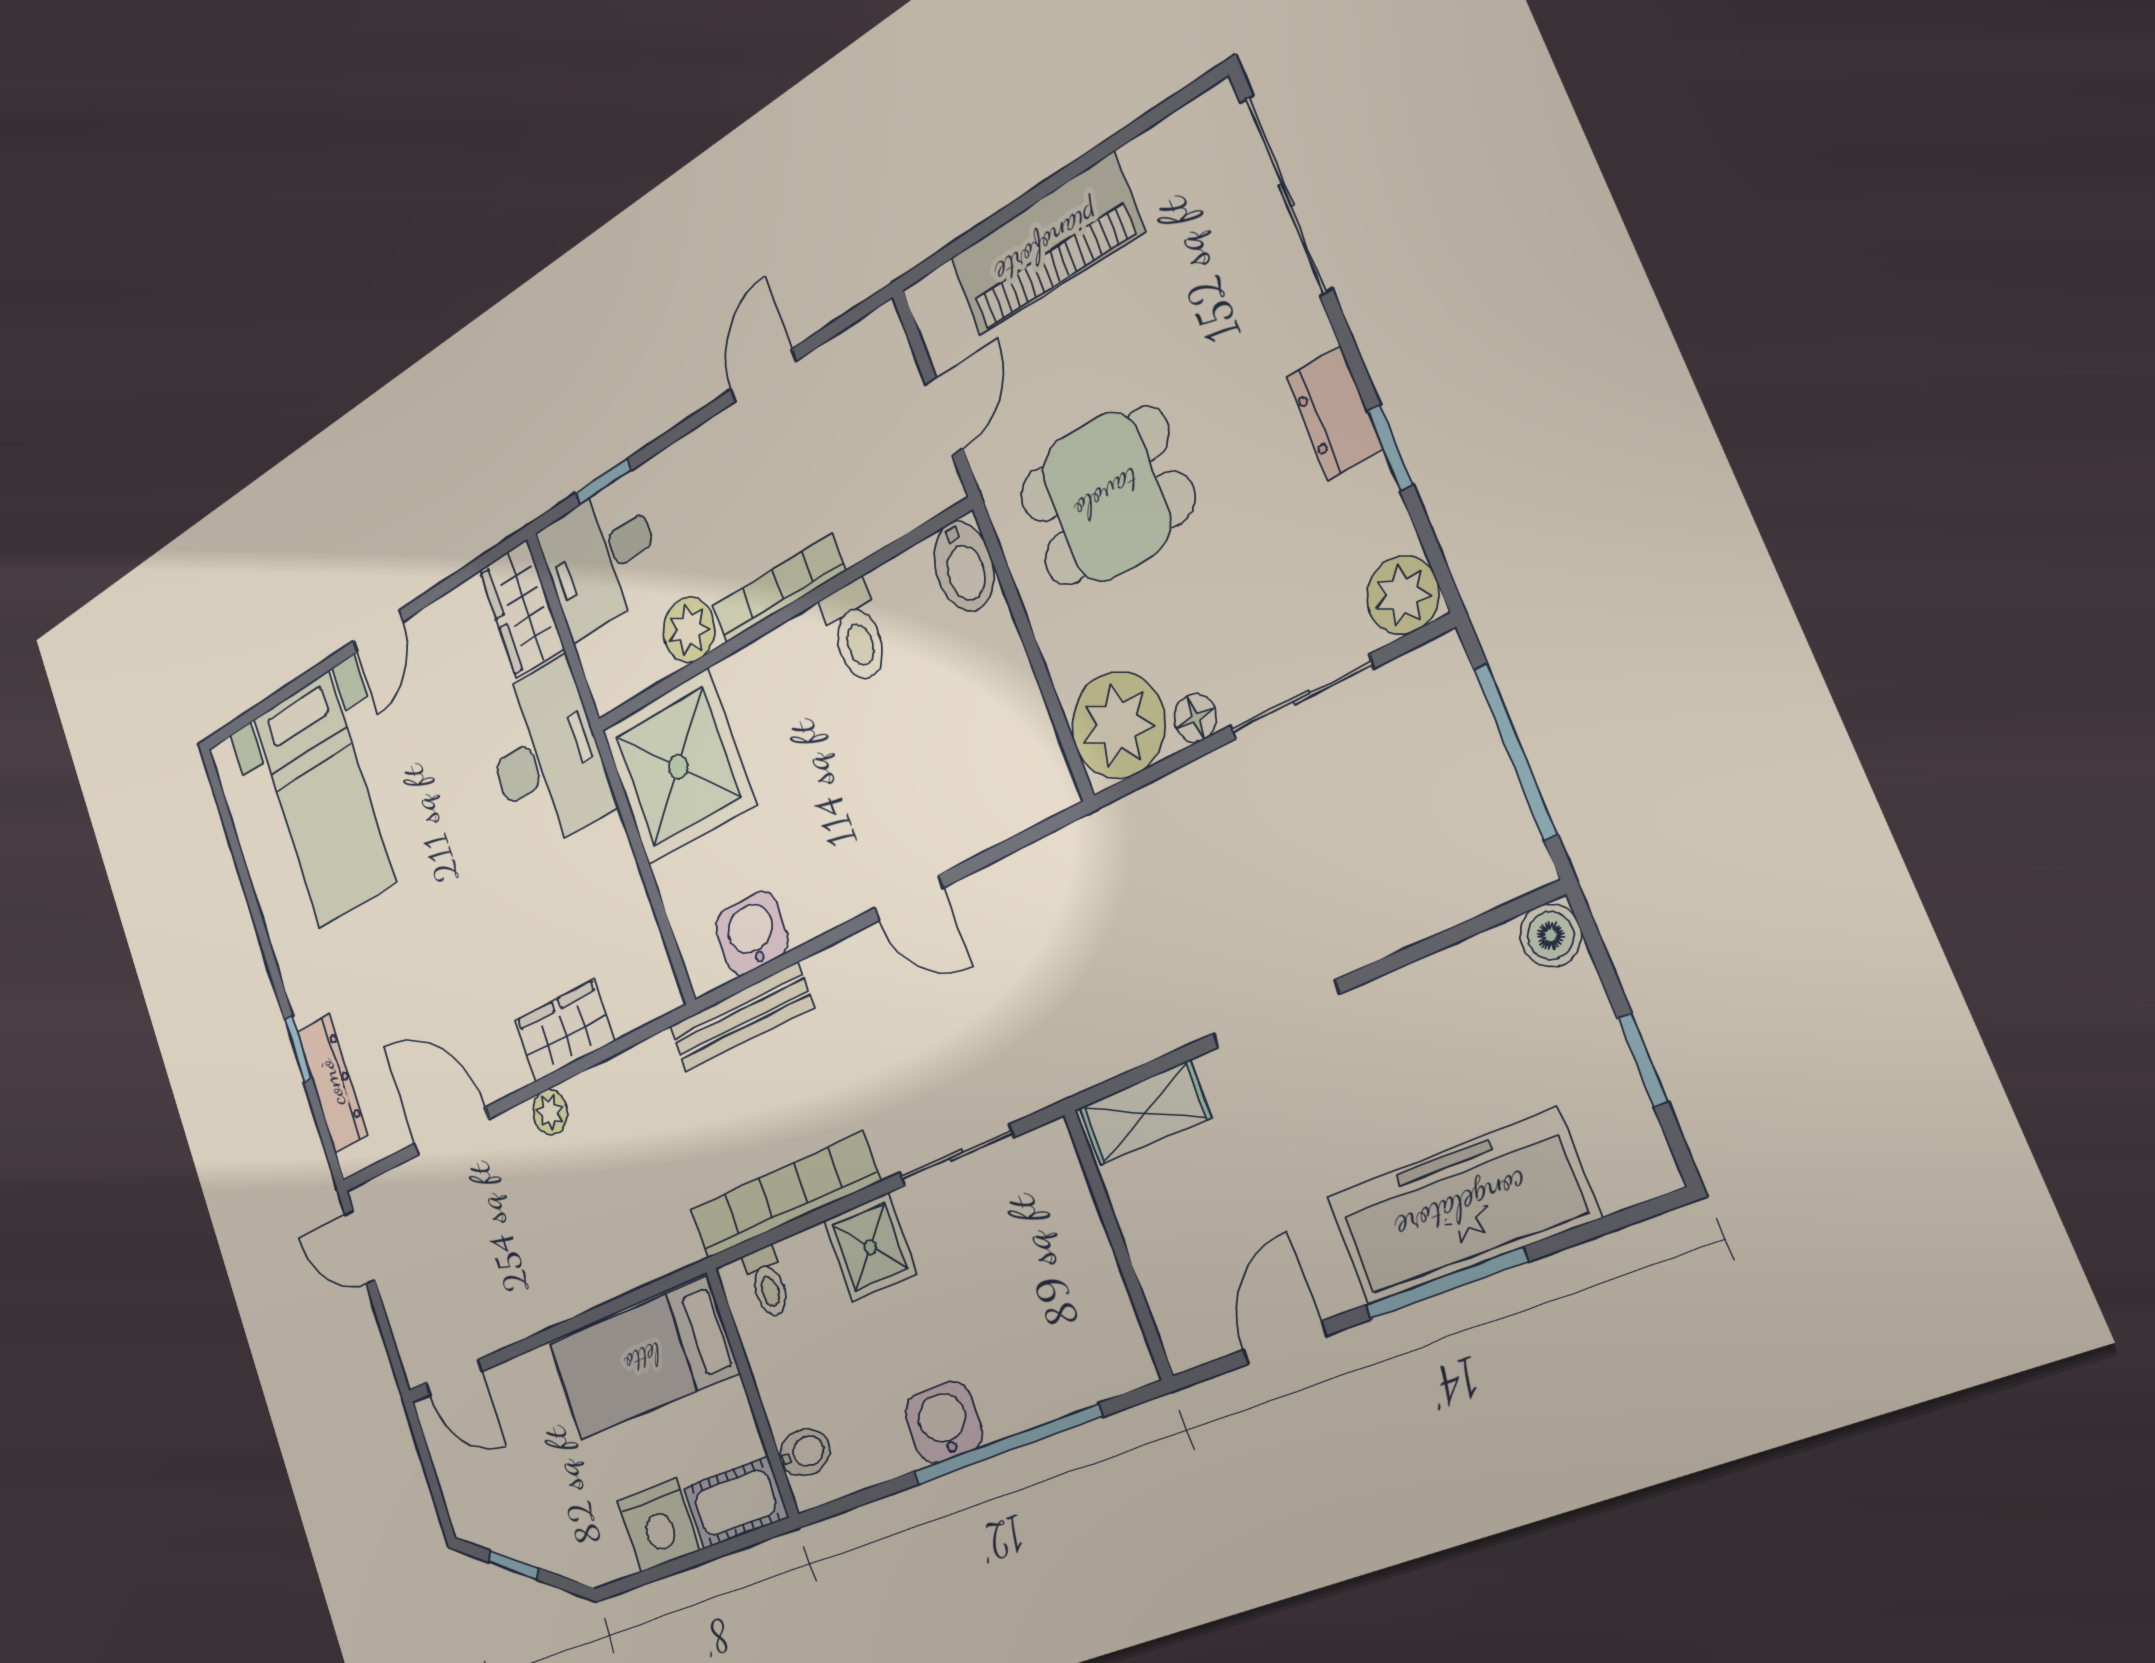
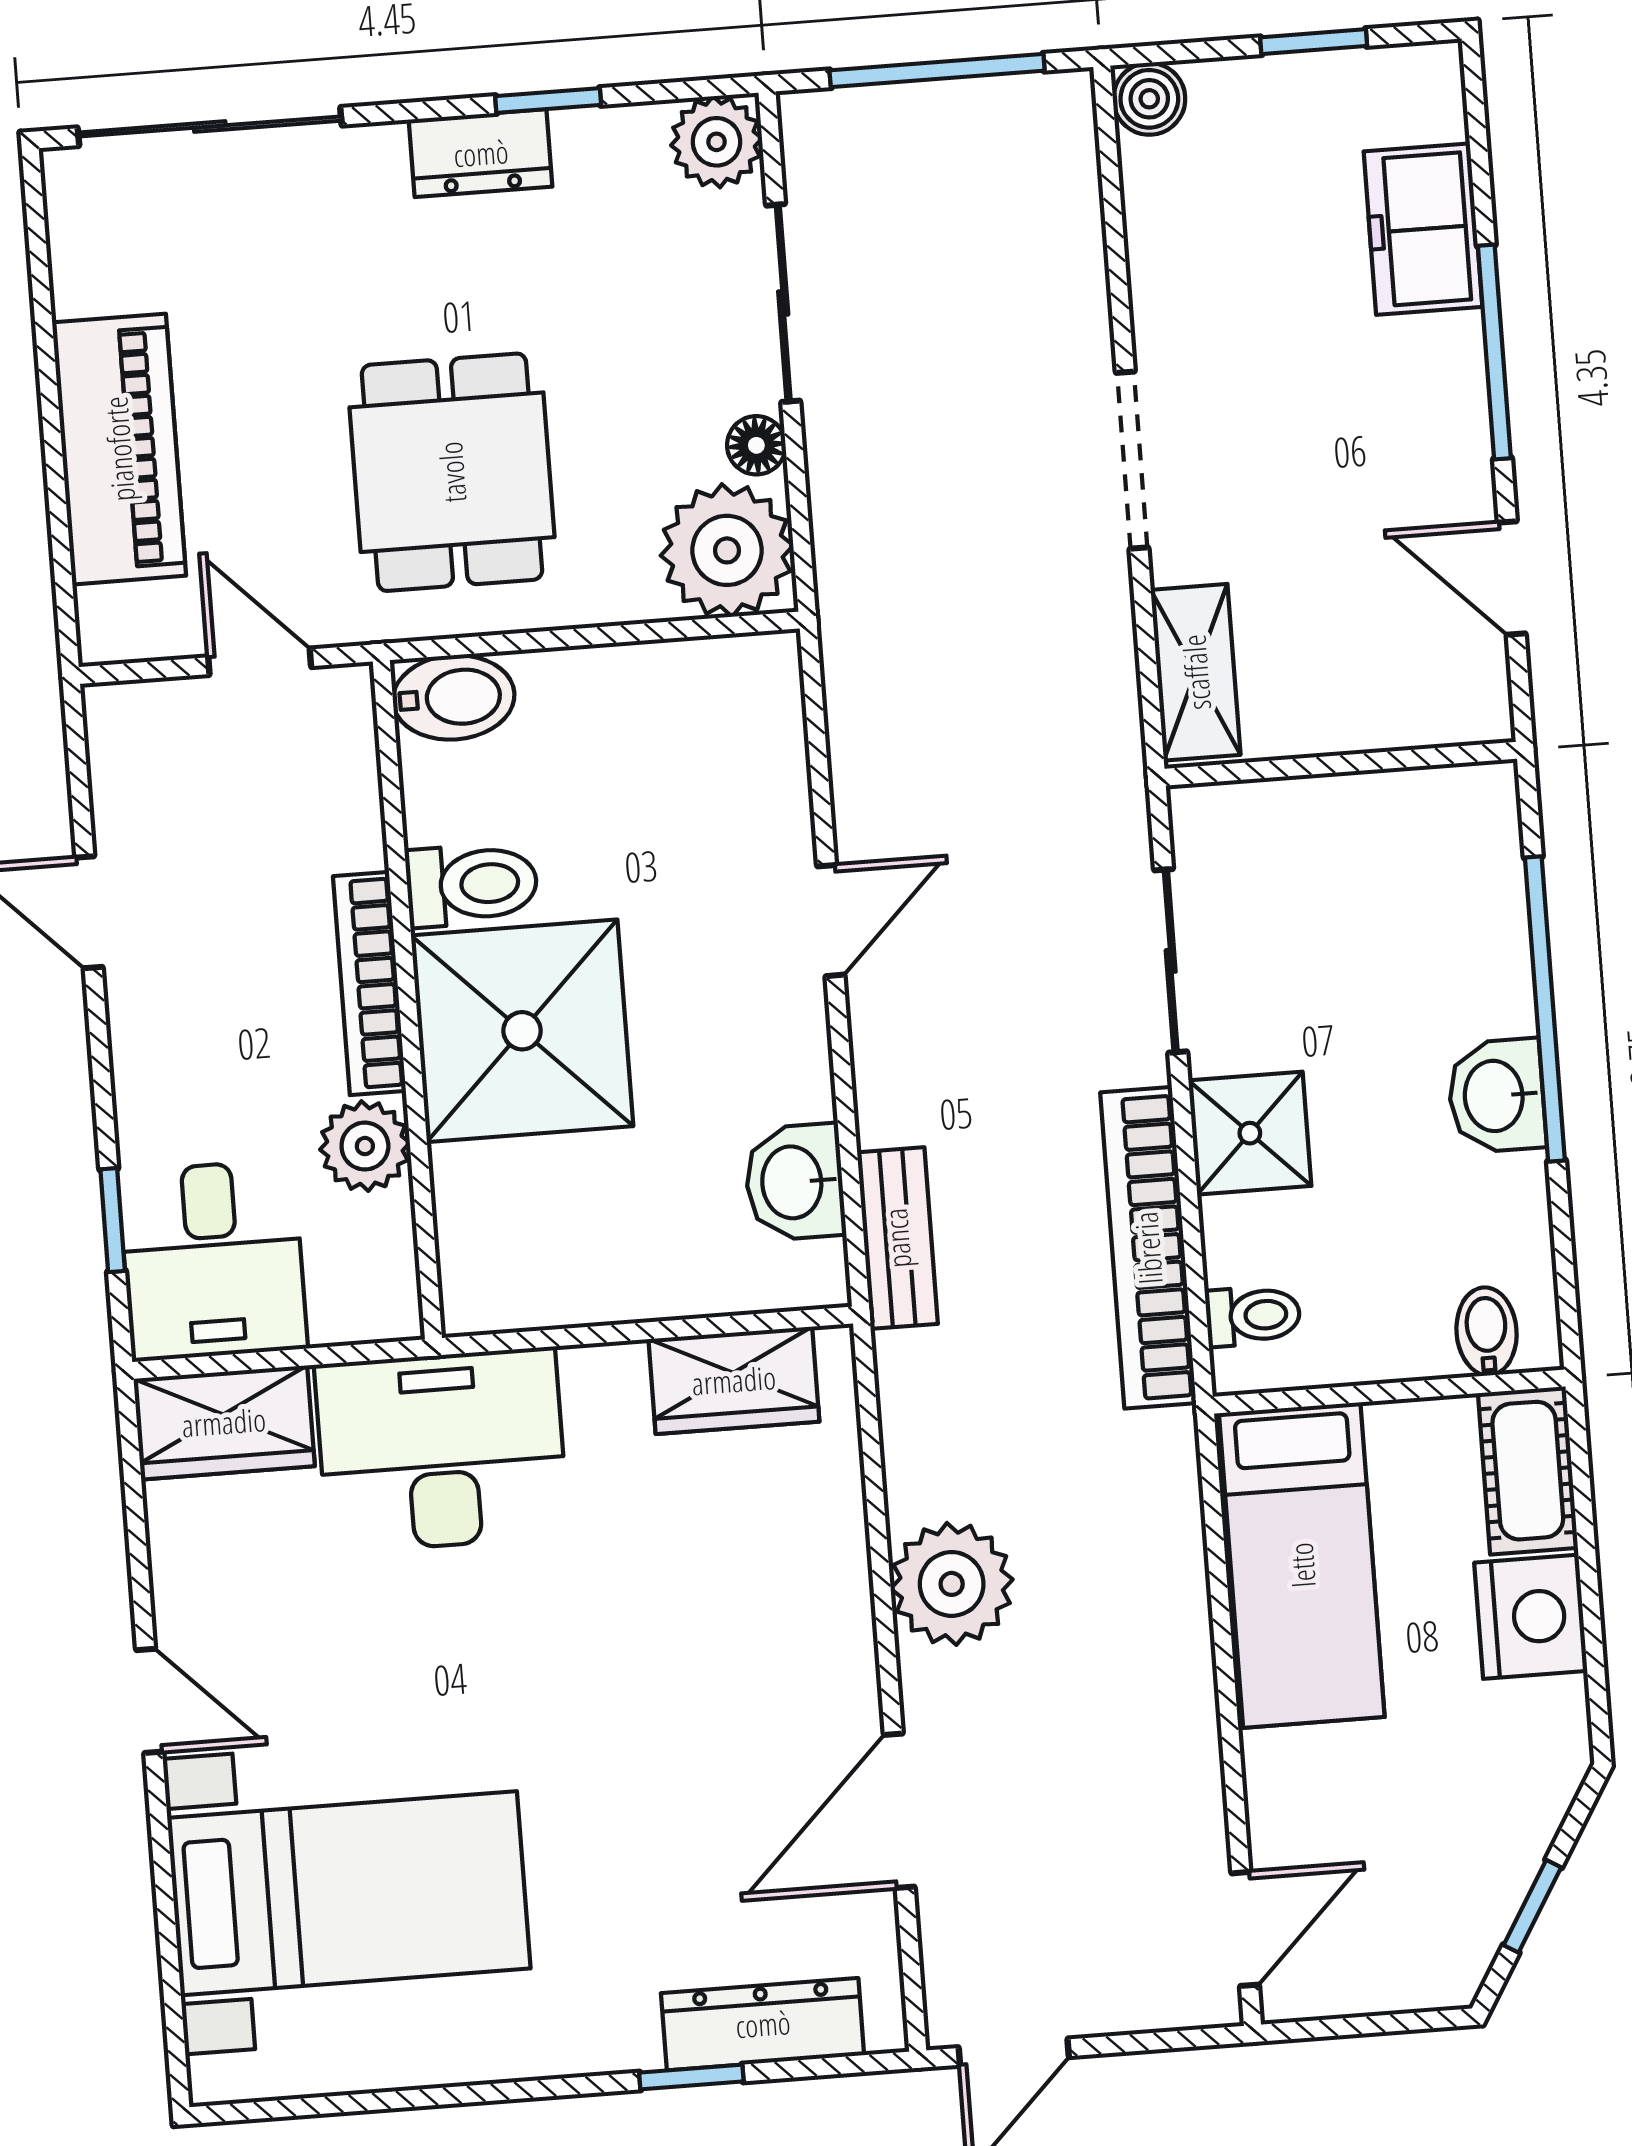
shower: (678, 767) -> (522, 1031), moved
bench: (741, 1017) -> (897, 1238), width x0.73
wardrobe: (565, 1031) -> (734, 1380), moved, turned -90
plant: (550, 1112) -> (952, 1584), width x1.88, depth x1.88
freezer: (1461, 1207) -> (1423, 229), width x0.52, depth x0.79

